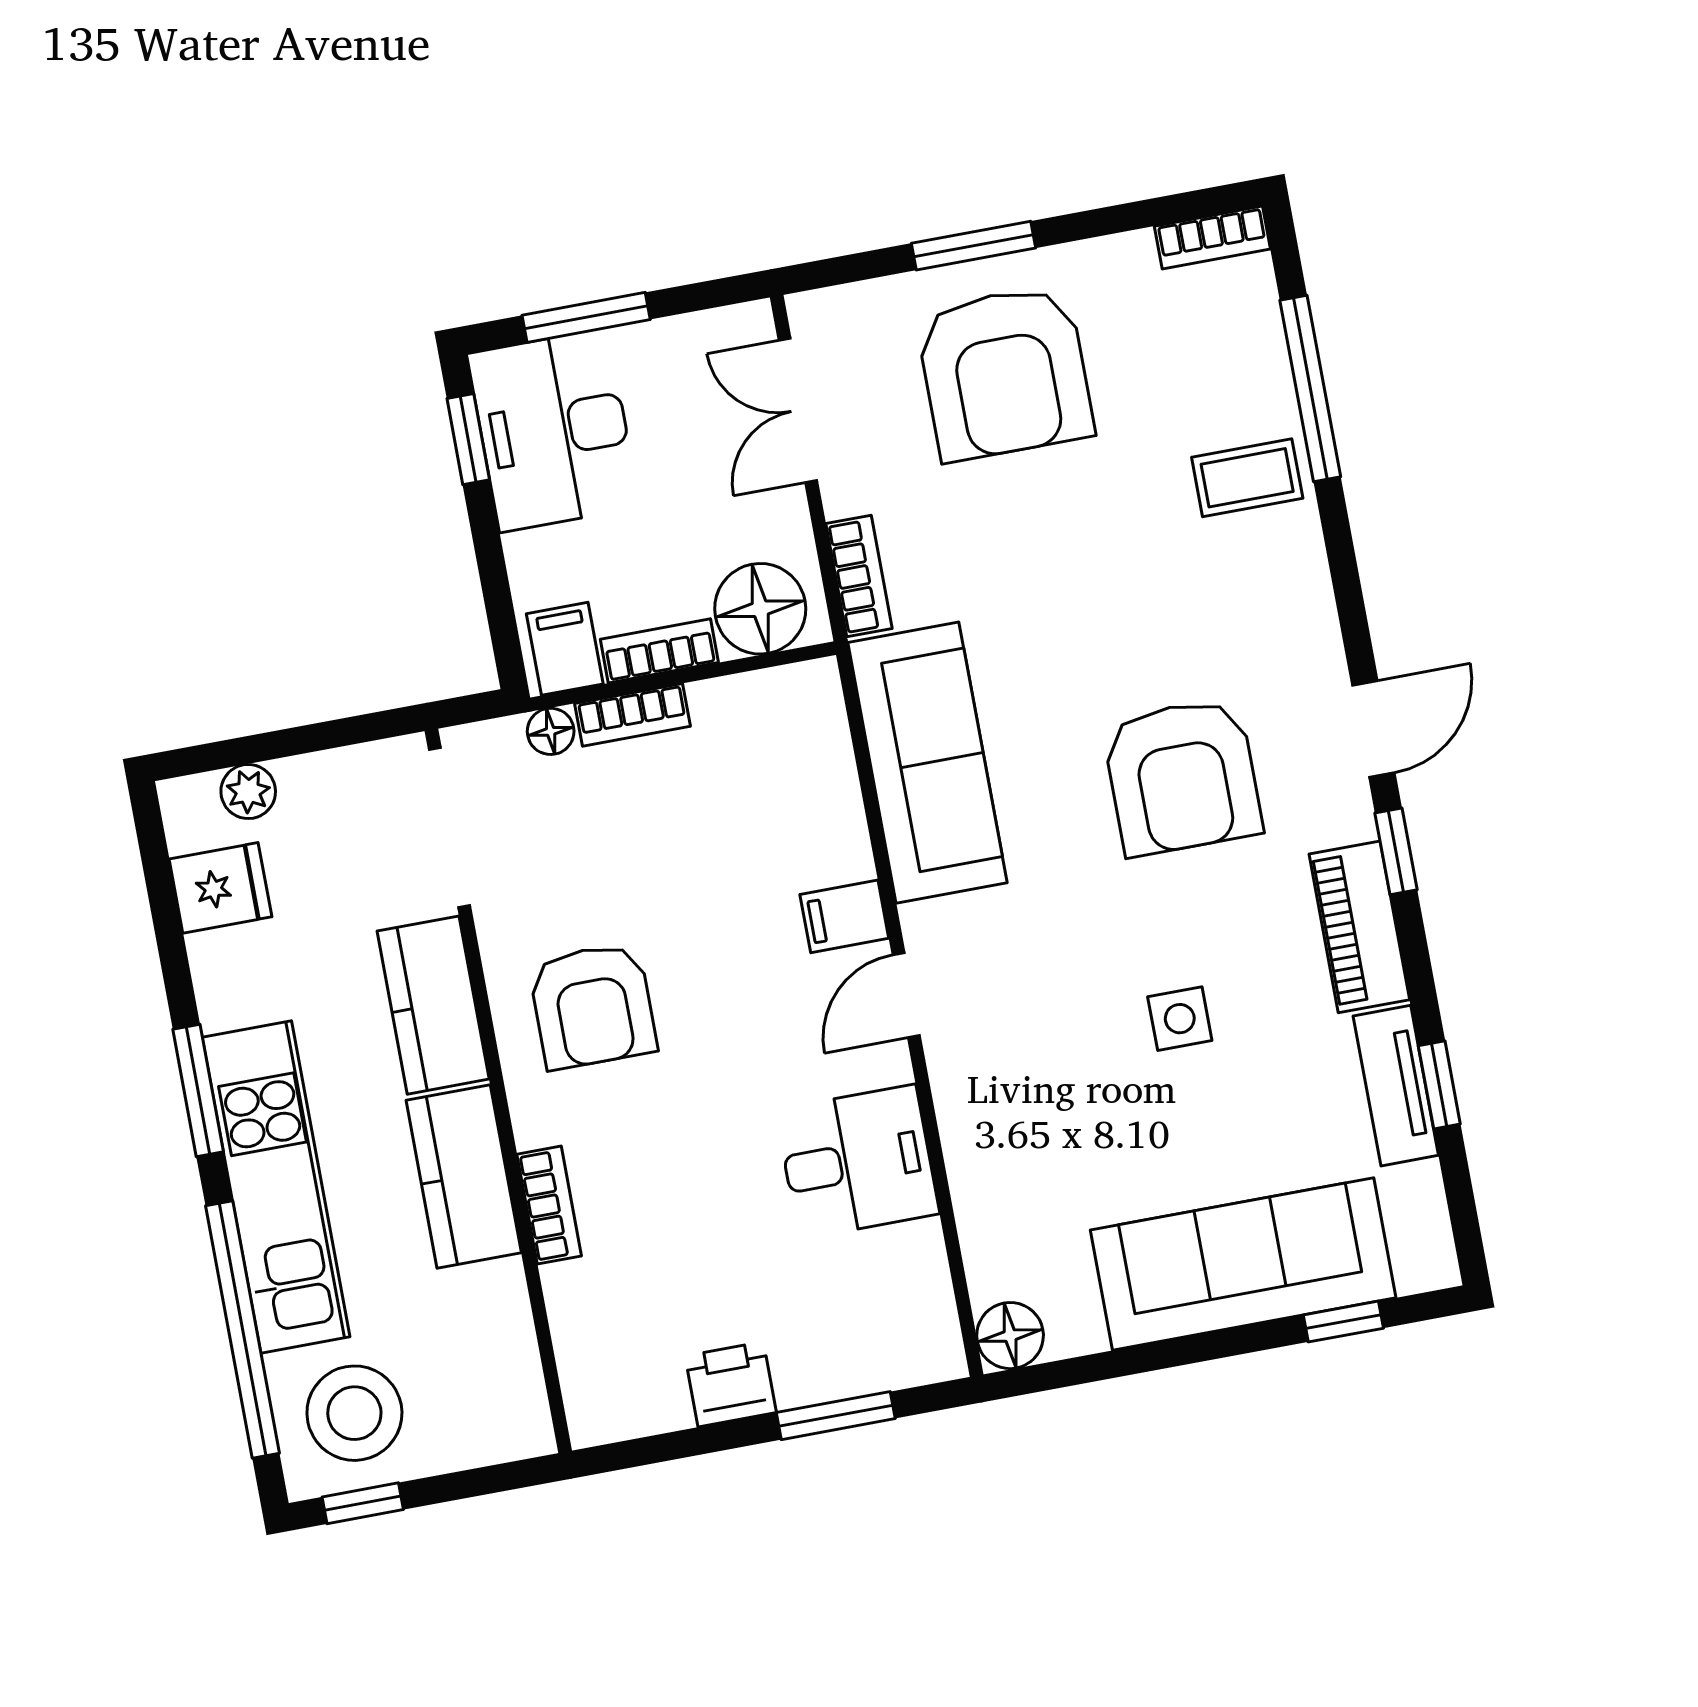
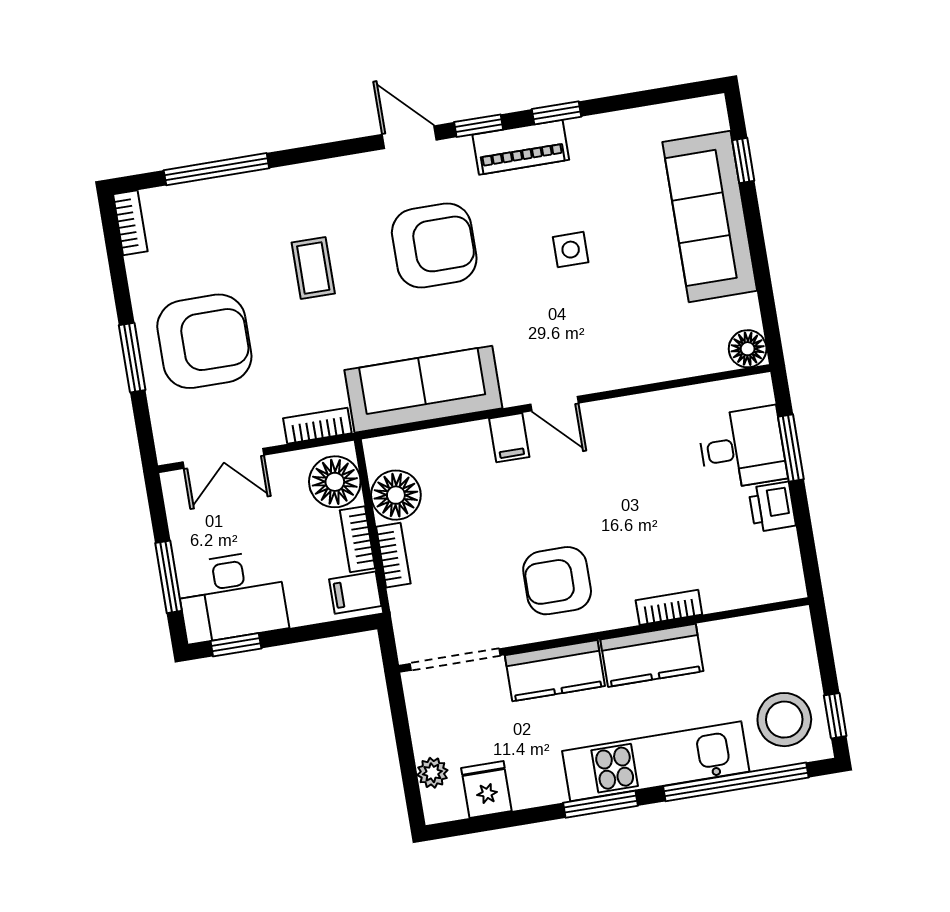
coffee table: (1247, 478) -> (313, 268), moved
floor lamp: (551, 731) -> (396, 495), moved, width x1.89, depth x1.89
armchair: (593, 1006) -> (557, 581), turned 180
window: (1439, 1085) -> (556, 113), moved
tv unit: (1396, 1086) -> (611, 128), removed
desk: (857, 1162) -> (742, 448), moved, turned 90

